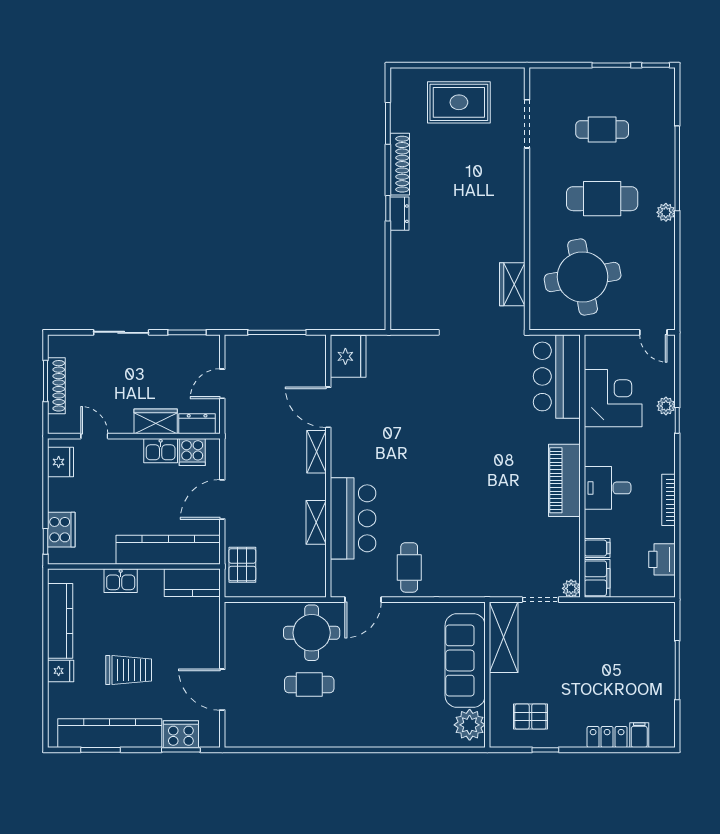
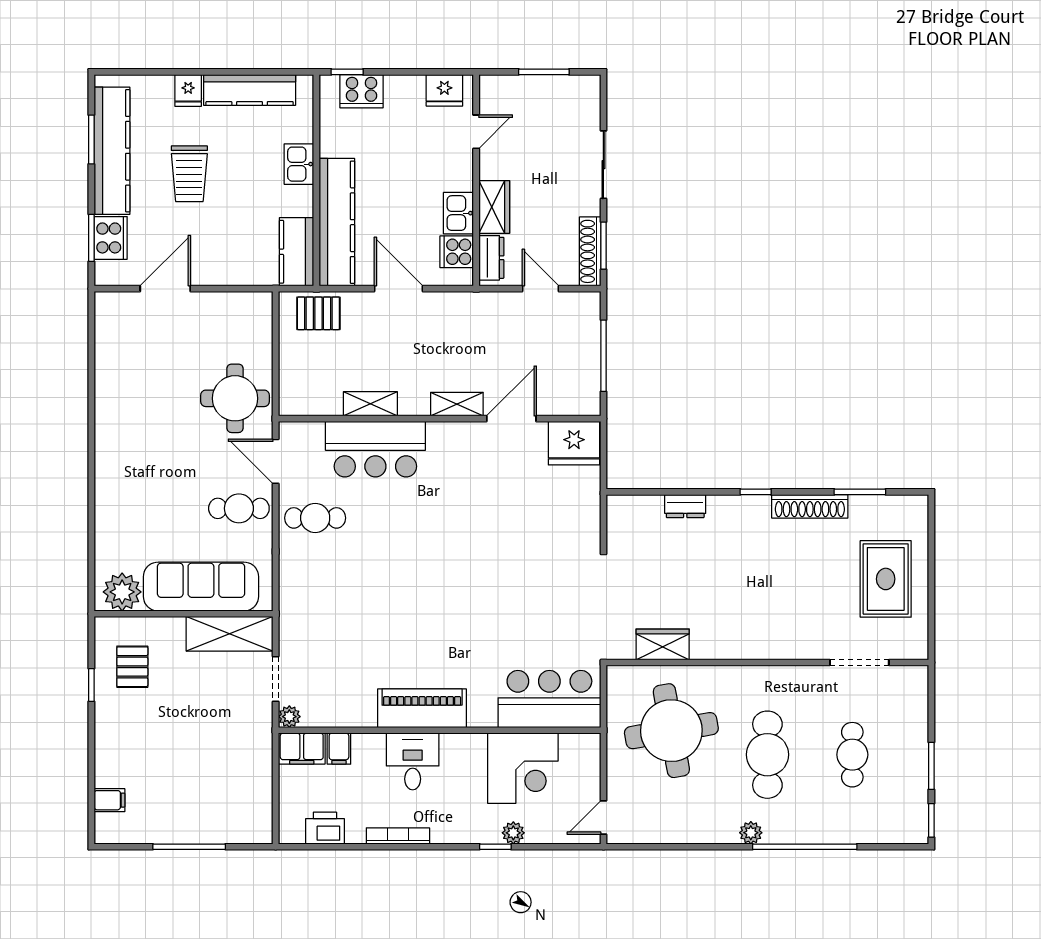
dresser: (399, 214) -> (685, 506), moved
shoe rack: (56, 386) -> (590, 251), moved, turned 90
cafe table: (309, 685) -> (239, 508), moved, turned 90
locker: (607, 737) -> (107, 761), removed

